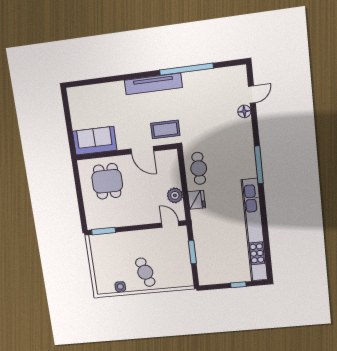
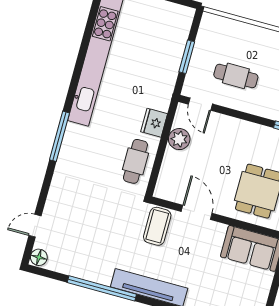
floor lamp: (244, 111) -> (39, 257), moved
coffee table: (165, 129) -> (157, 226), turned 90
cafe table: (145, 272) -> (236, 76), moved, turned -73

